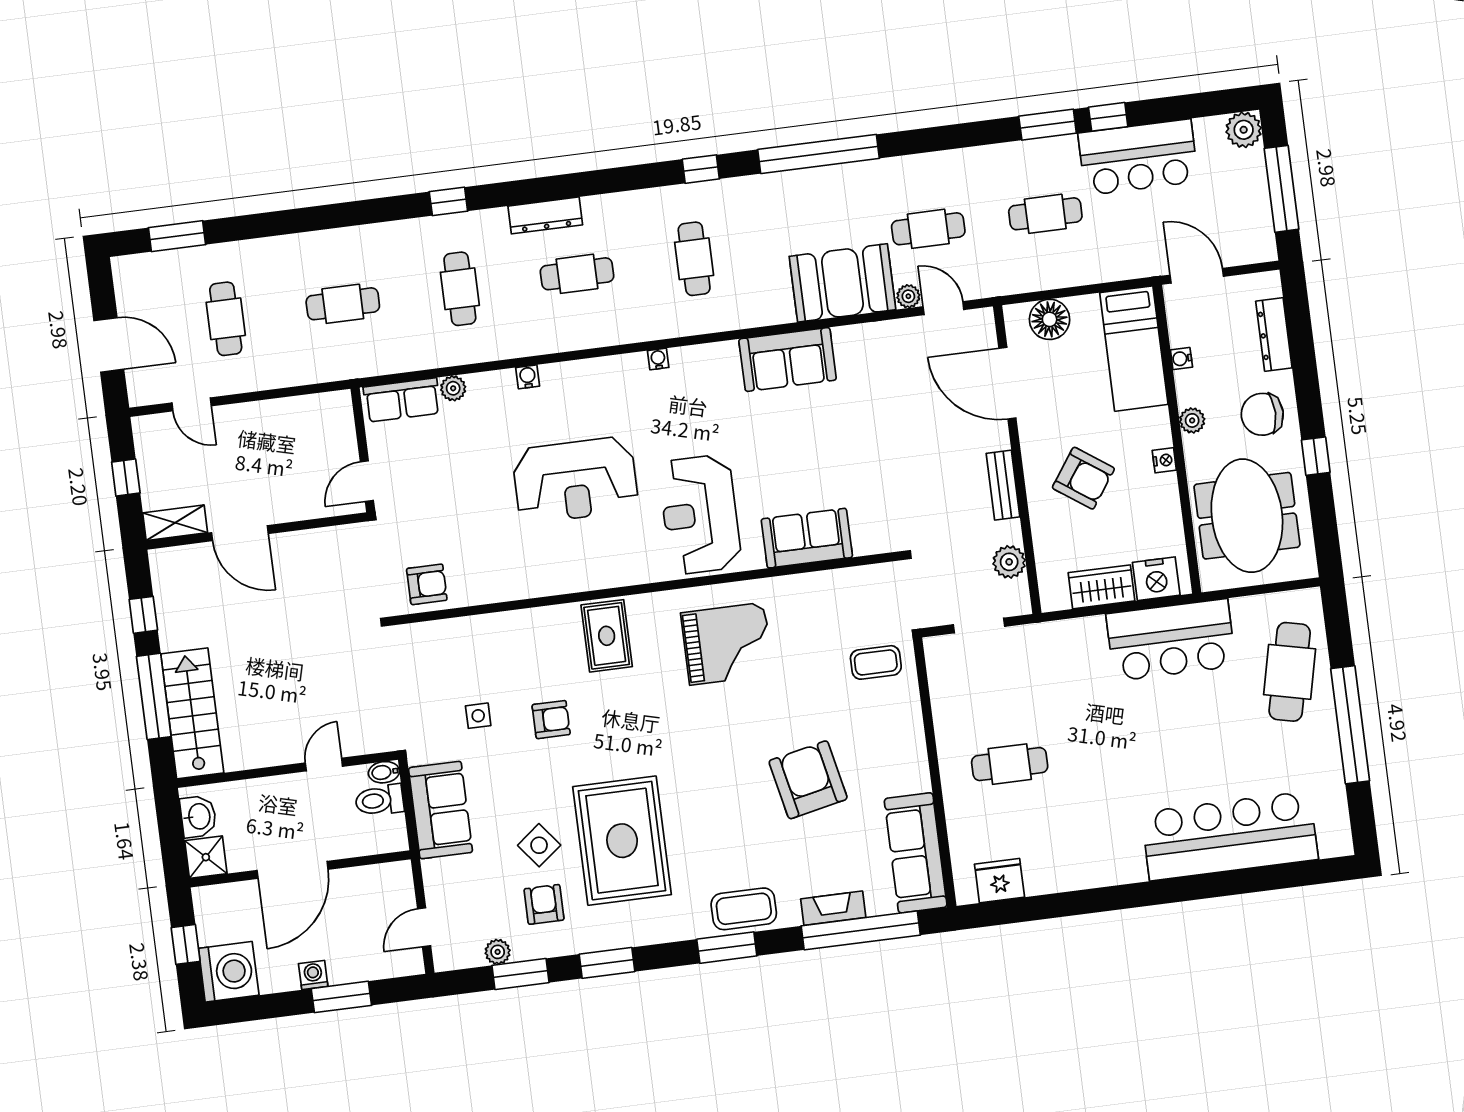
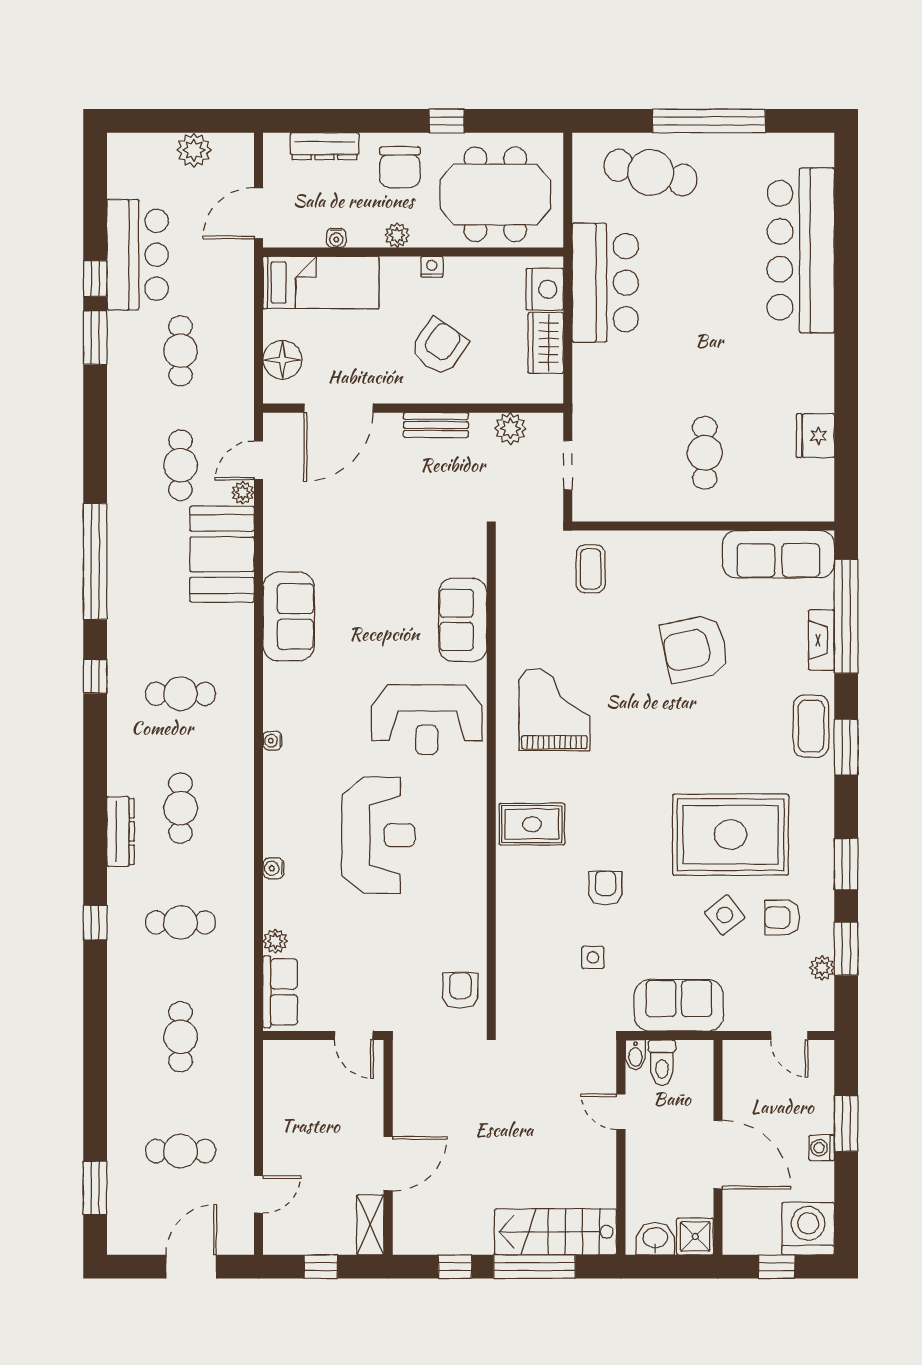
plant: (1244, 130) -> (194, 150), moved
window: (1281, 189) -> (186, 121), removed
fridge: (1000, 881) -> (815, 436), moved

